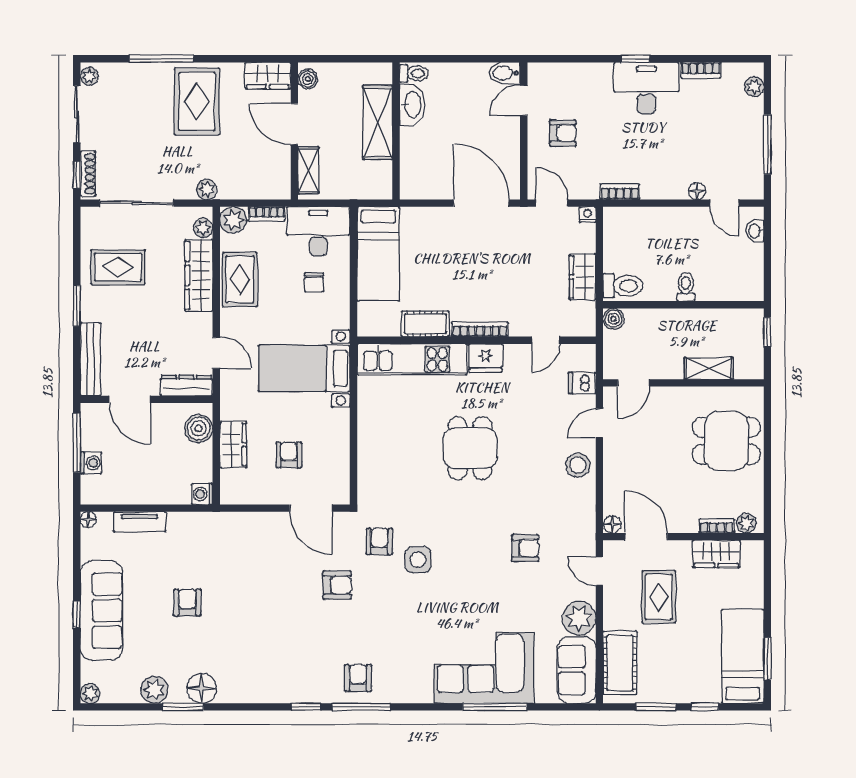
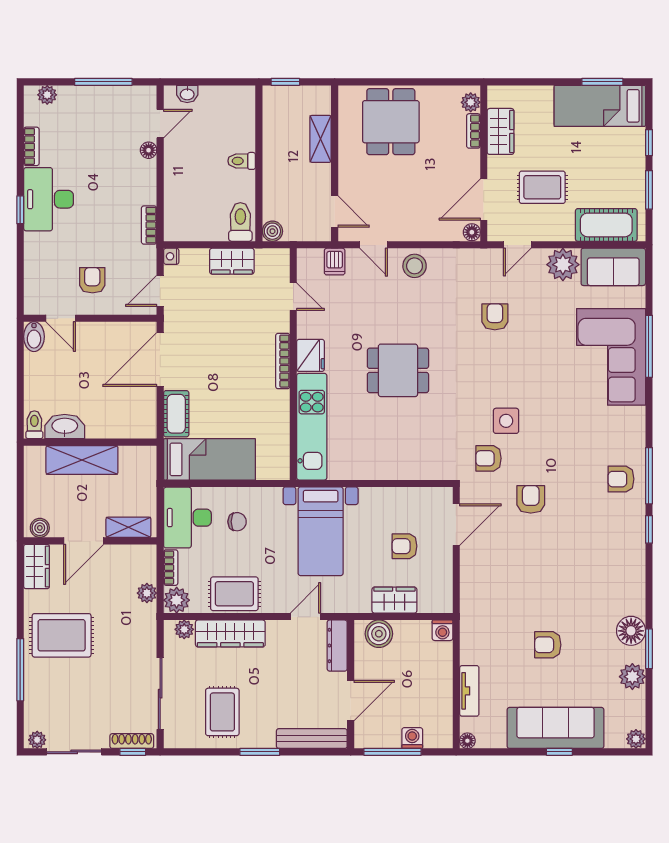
plant: (207, 189) -> (147, 593), moved
cot: (425, 324) -> (176, 414), moved

